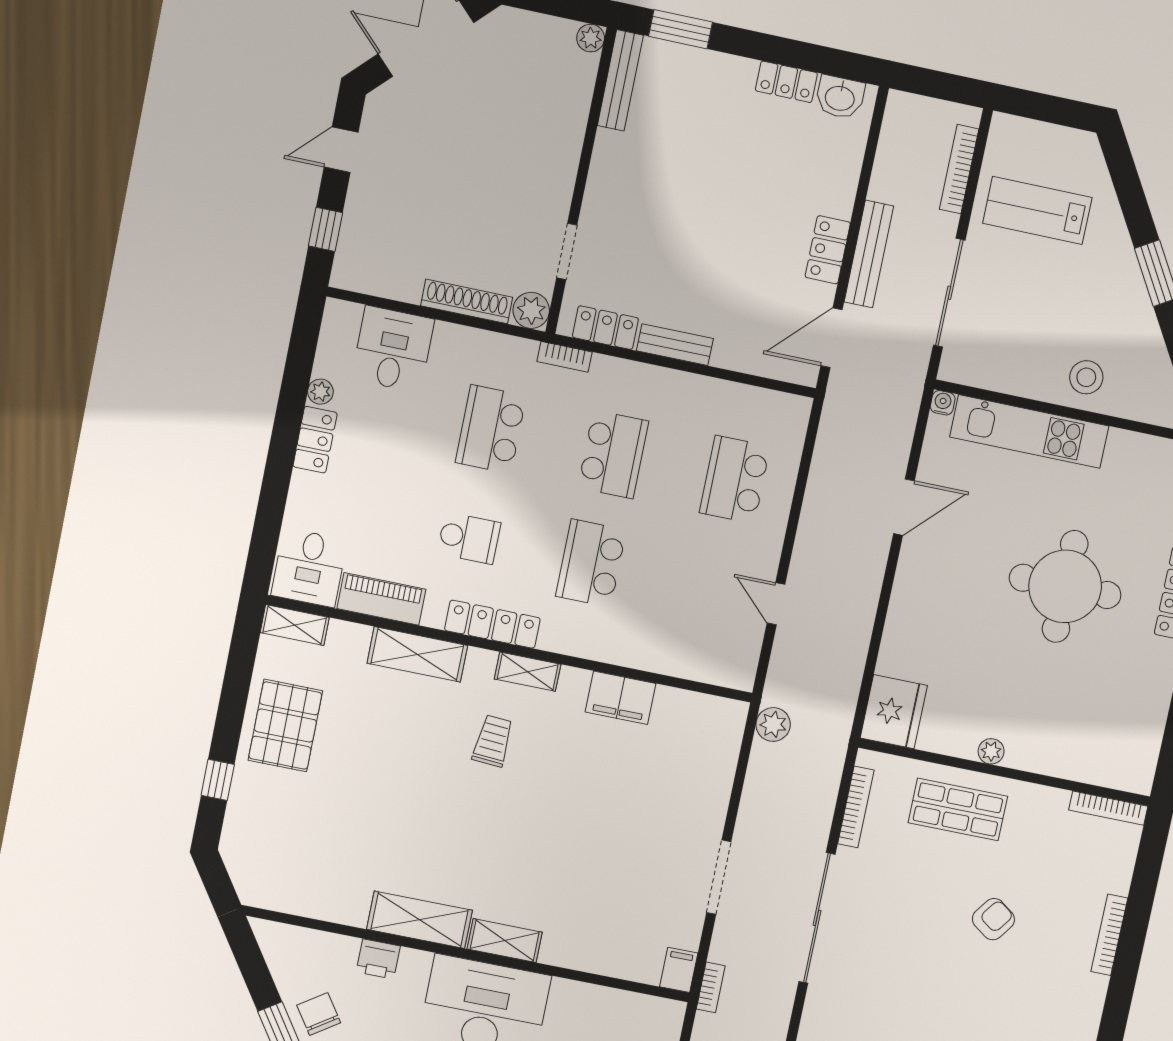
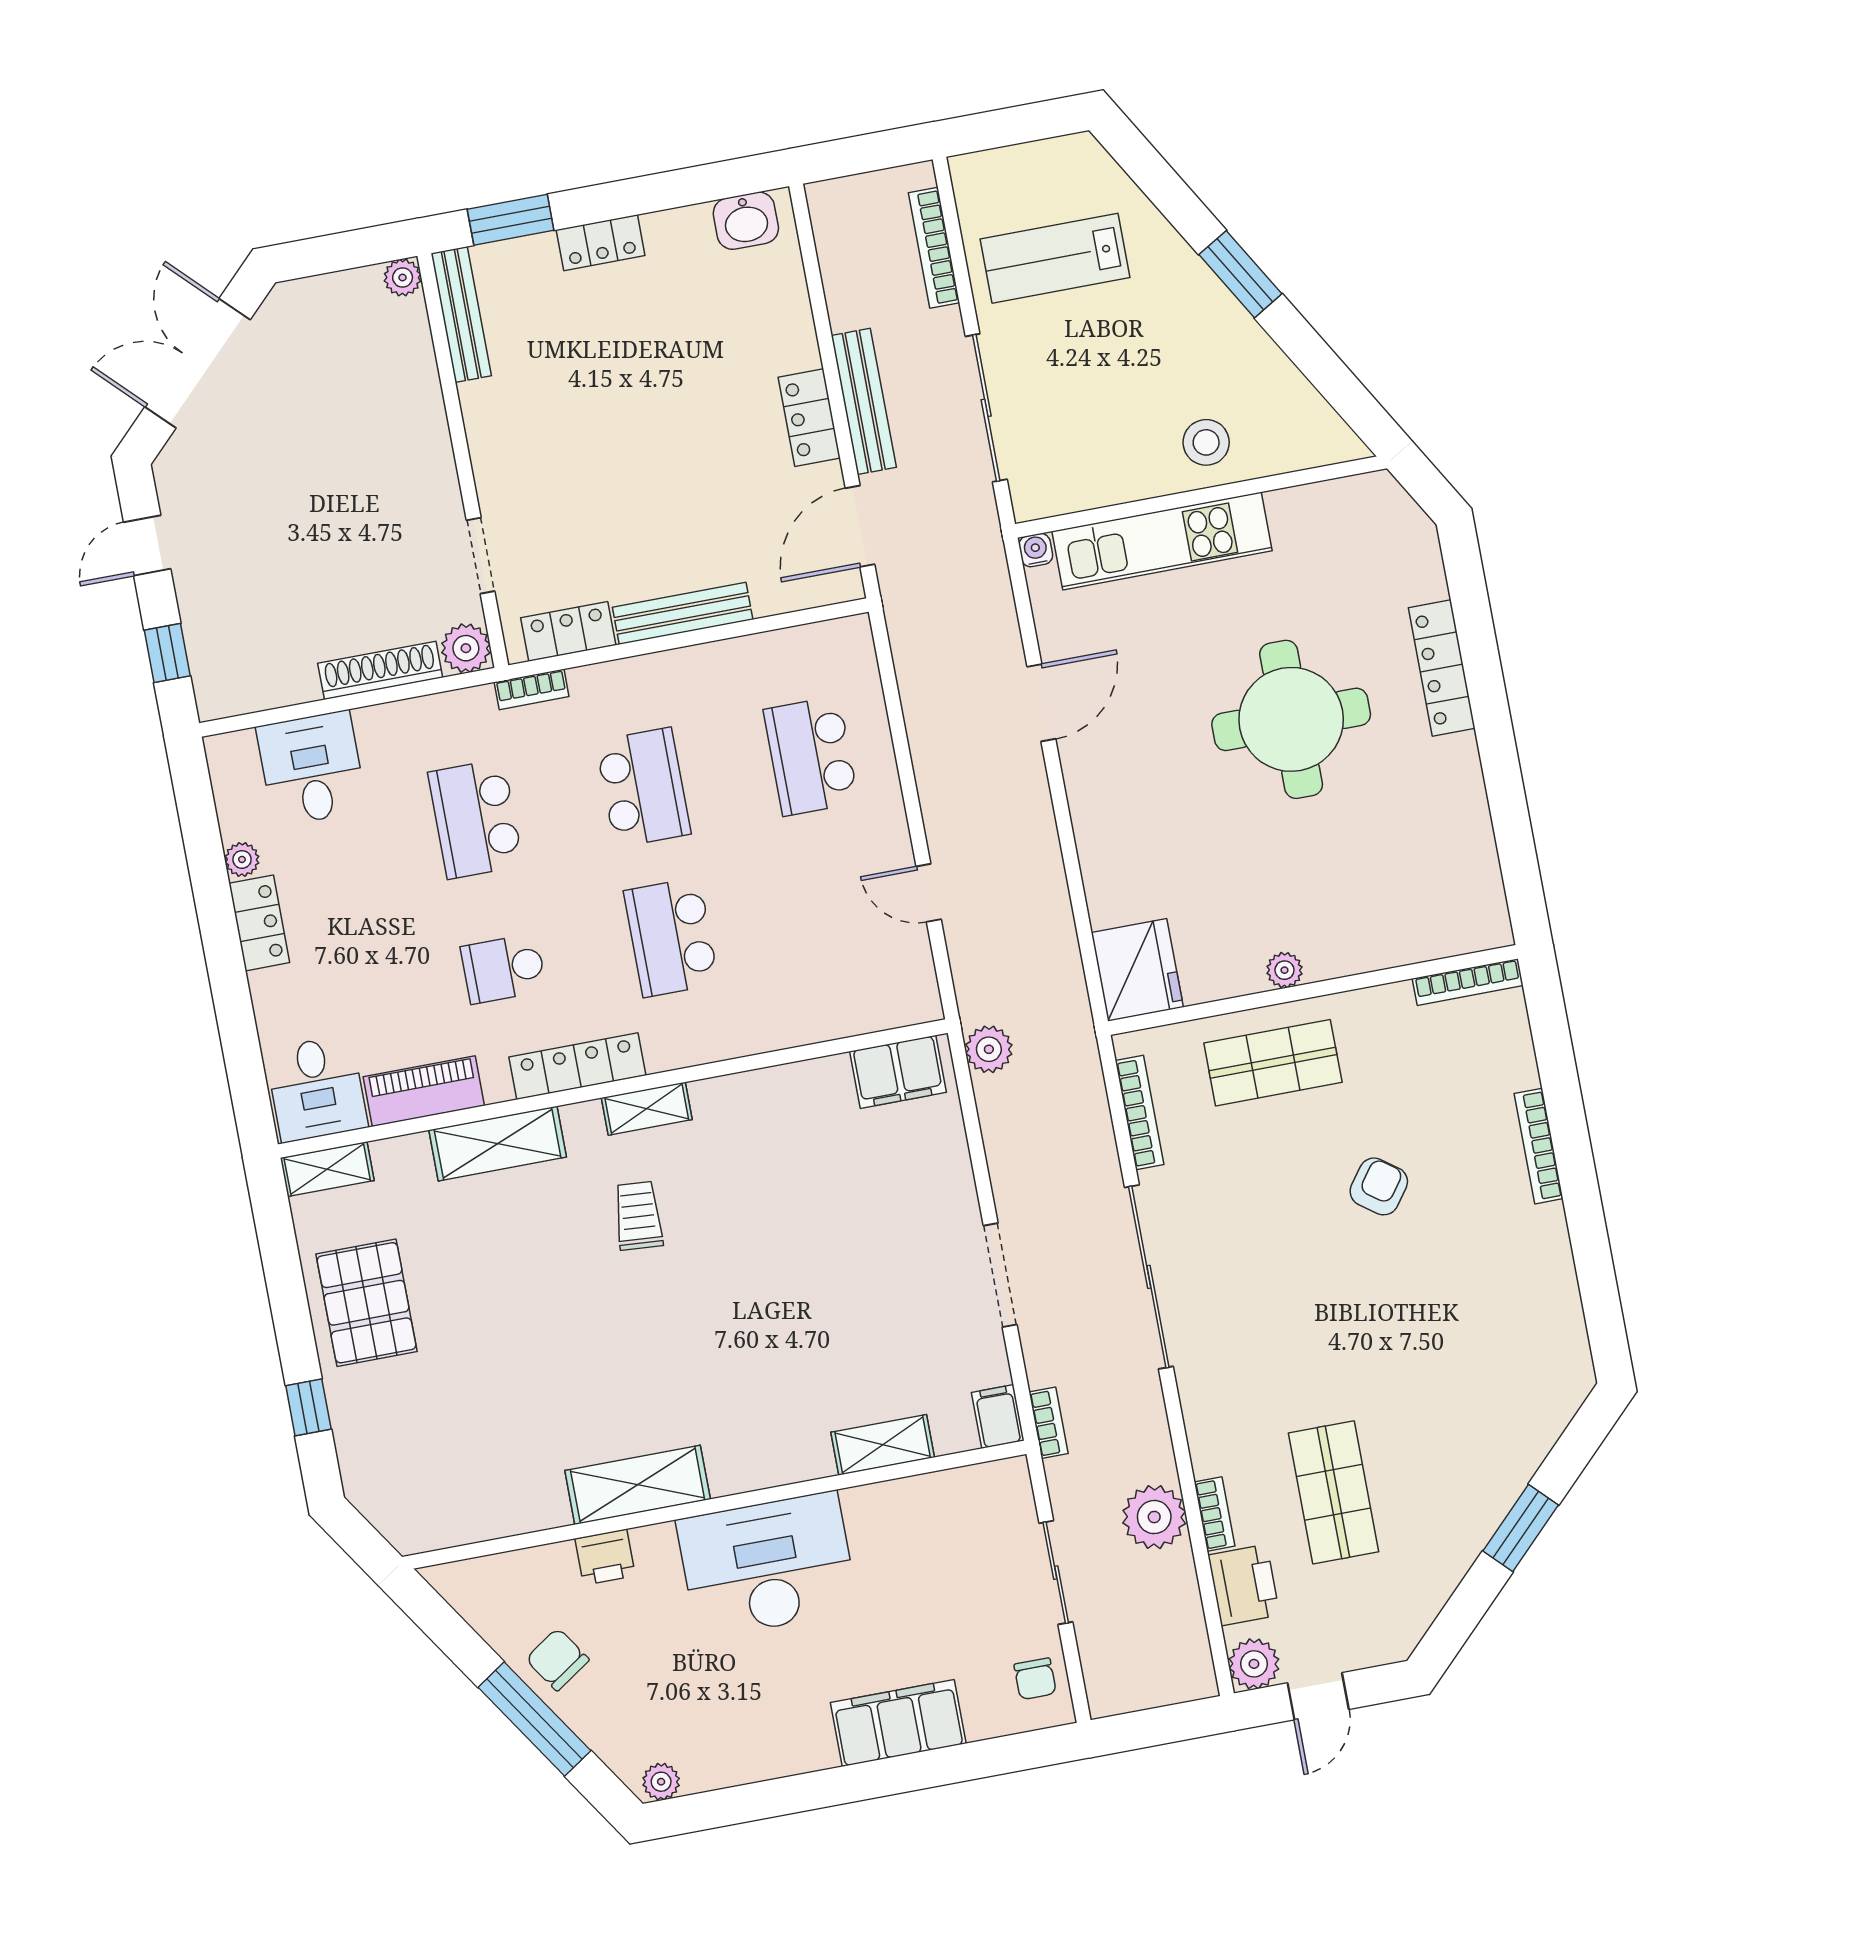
locker: (786, 82) -> (601, 243), moved
bench: (675, 345) -> (683, 613), width x1.36
school desk: (469, 538) -> (504, 969), turned 180
filing cabinet: (620, 698) -> (898, 1072), moved
shelving: (505, 941) -> (883, 1445), moved

